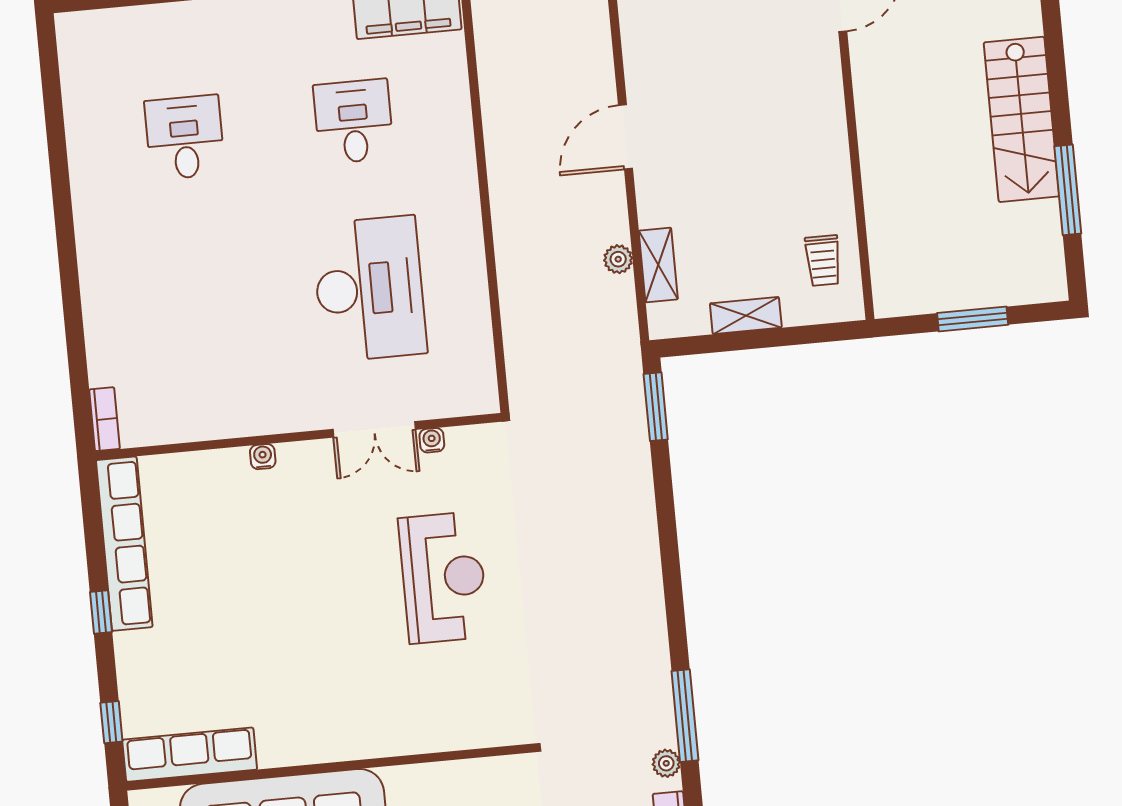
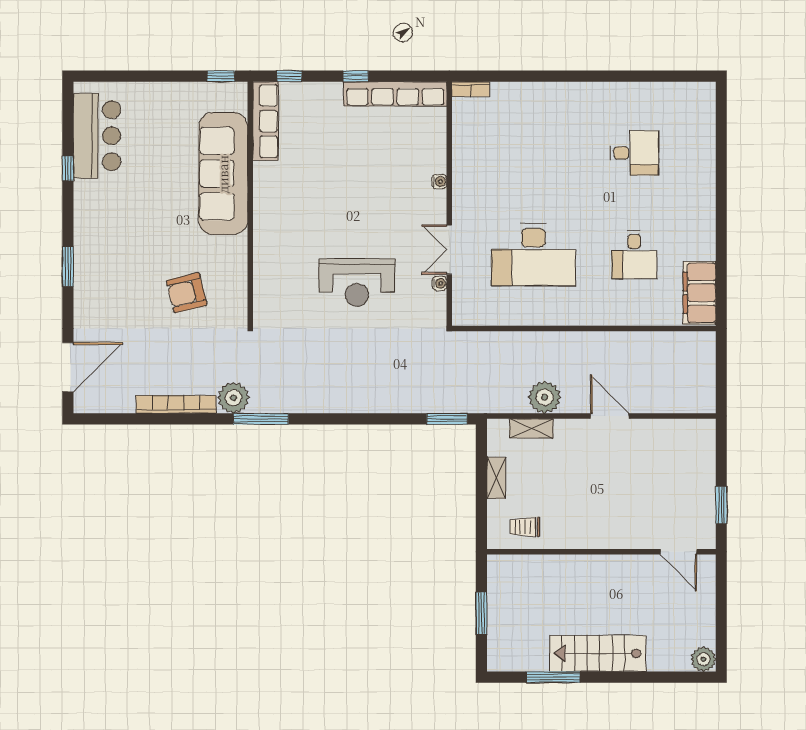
desk: (354, 121) -> (634, 255), turned 90
plant: (618, 259) -> (545, 397), width x1.88, depth x1.88
plant: (666, 763) -> (233, 398), width x1.88, depth x1.88

